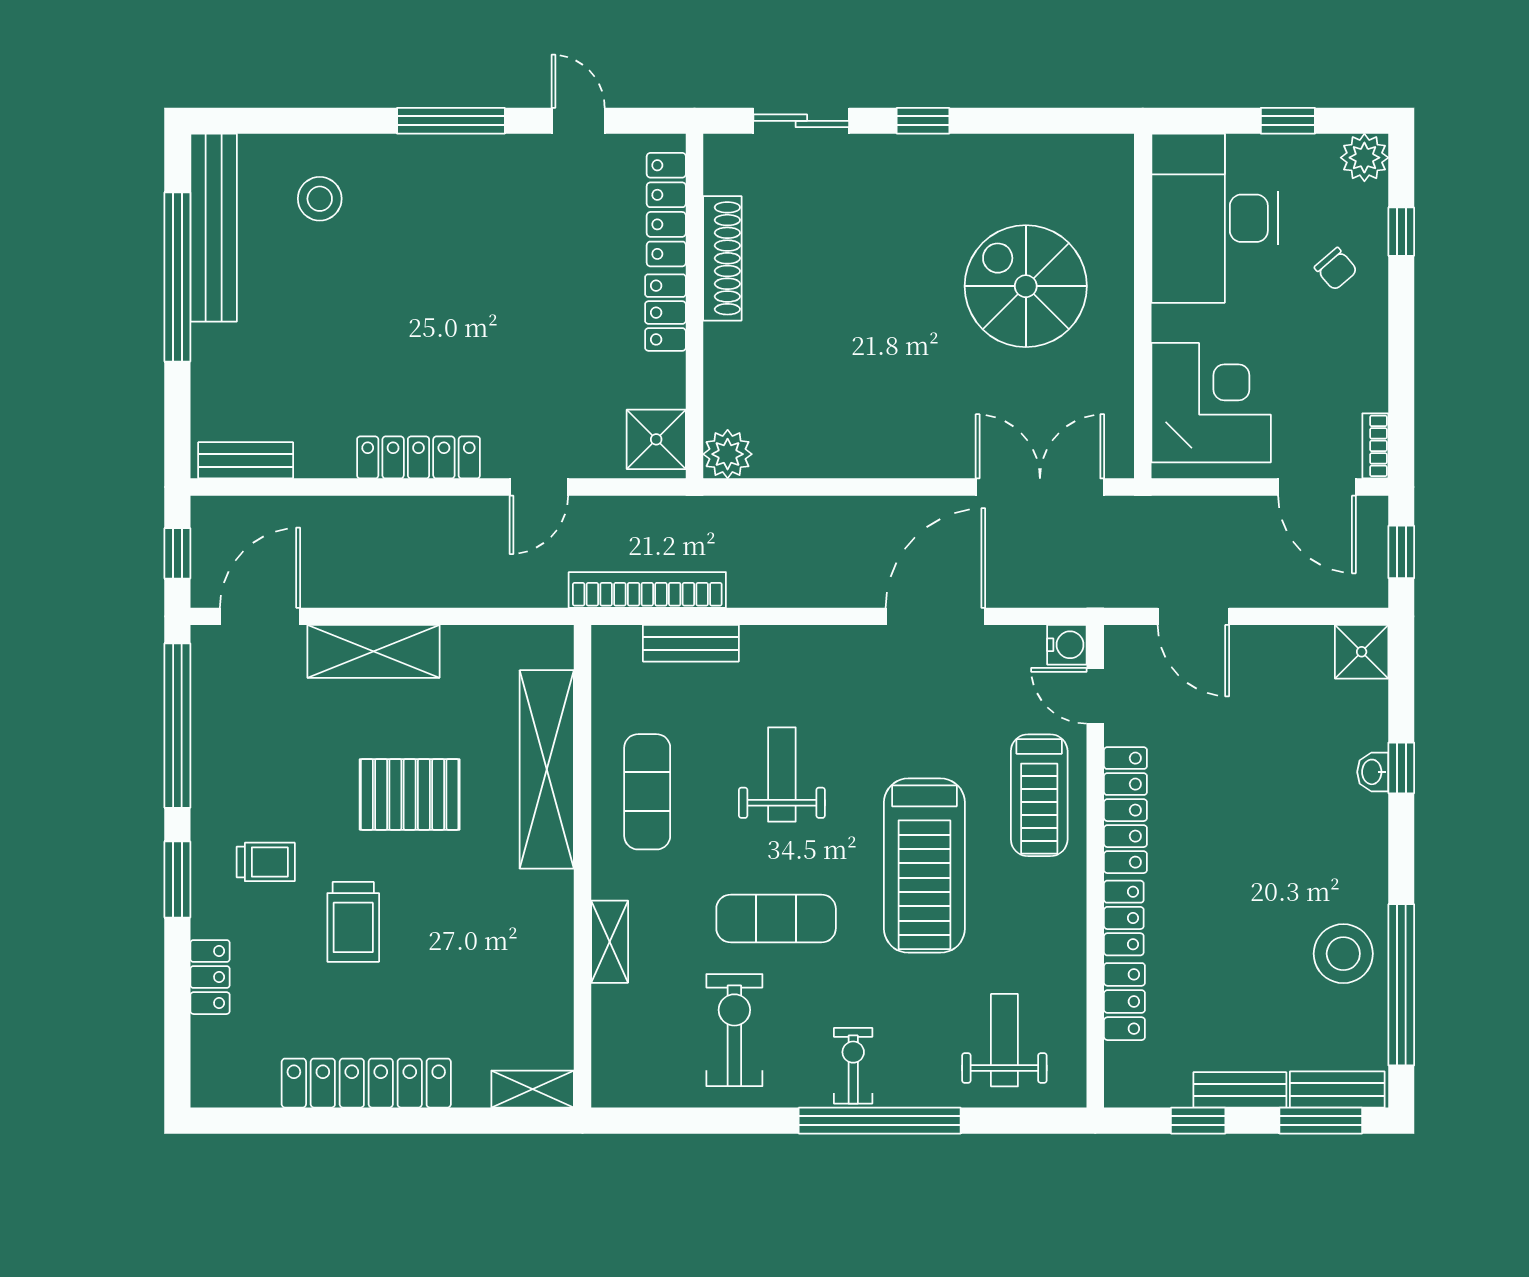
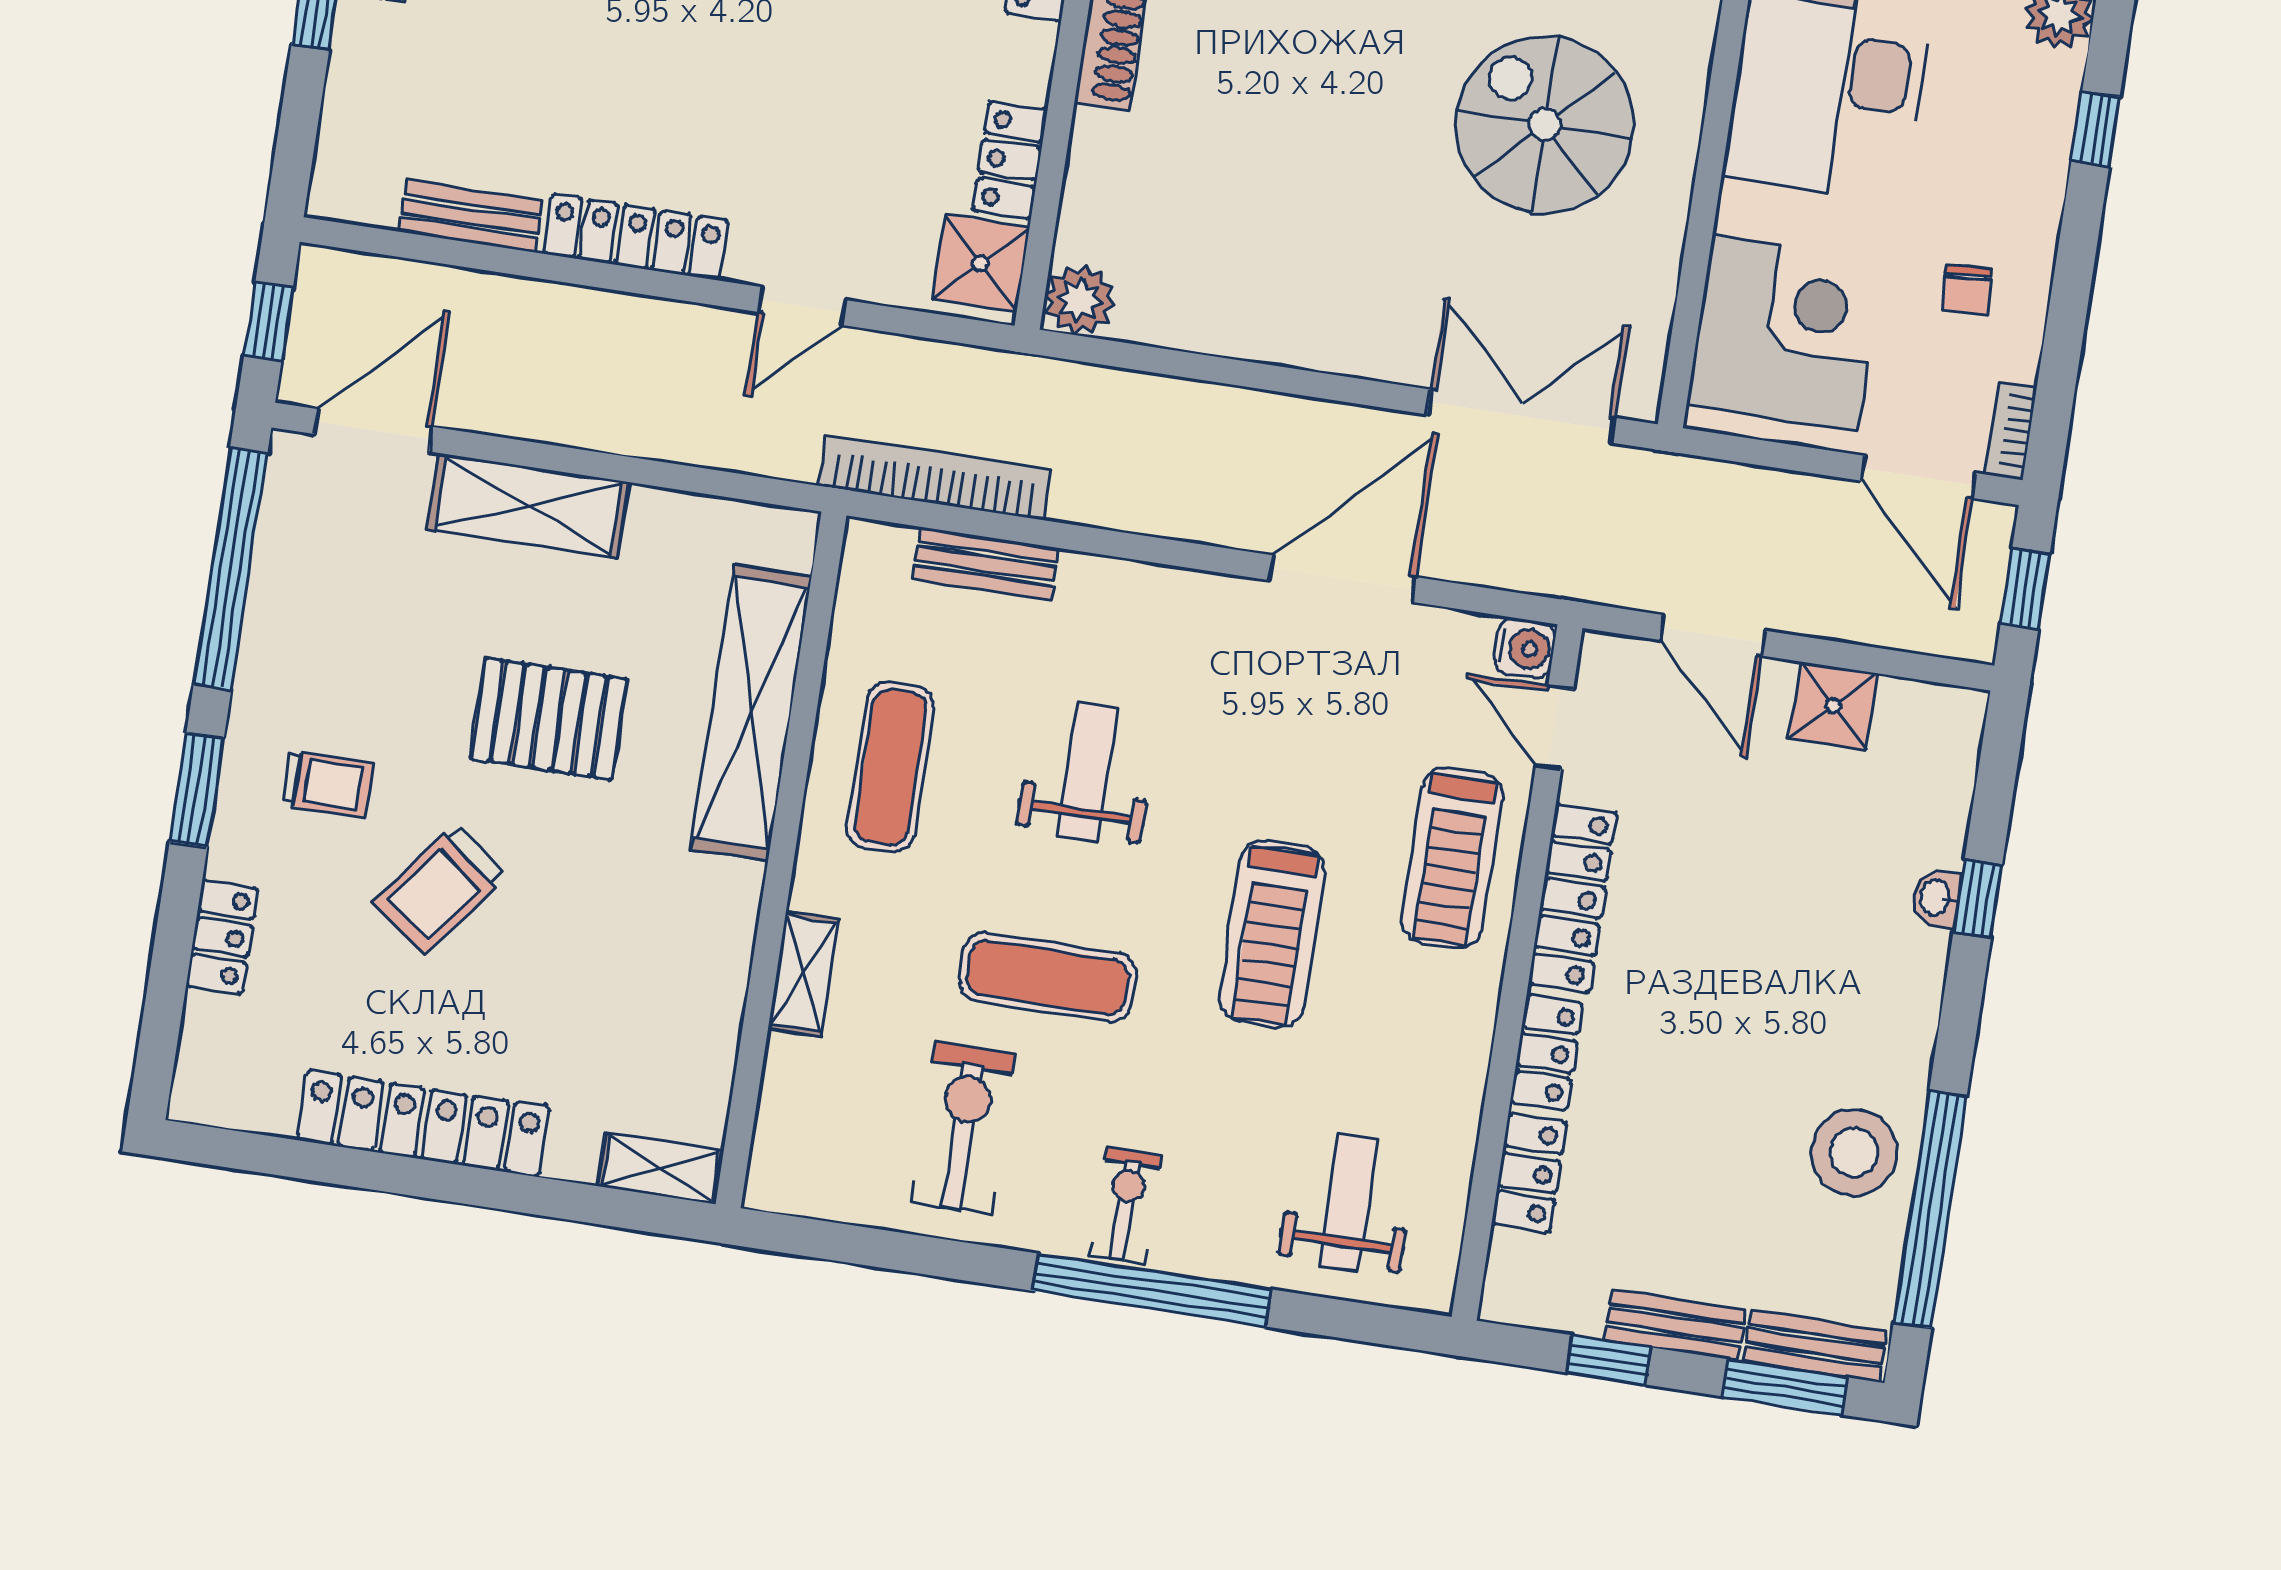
chair: (1336, 269) -> (1967, 290), moved, turned 37
locker: (665, 313) -> (1010, 160), moved
bench: (246, 460) -> (471, 216), moved
shower: (1362, 652) -> (1833, 706), moved
treadmill: (924, 866) -> (1272, 934), width x0.73, depth x0.73
trolley: (353, 922) -> (440, 889), turned 37

